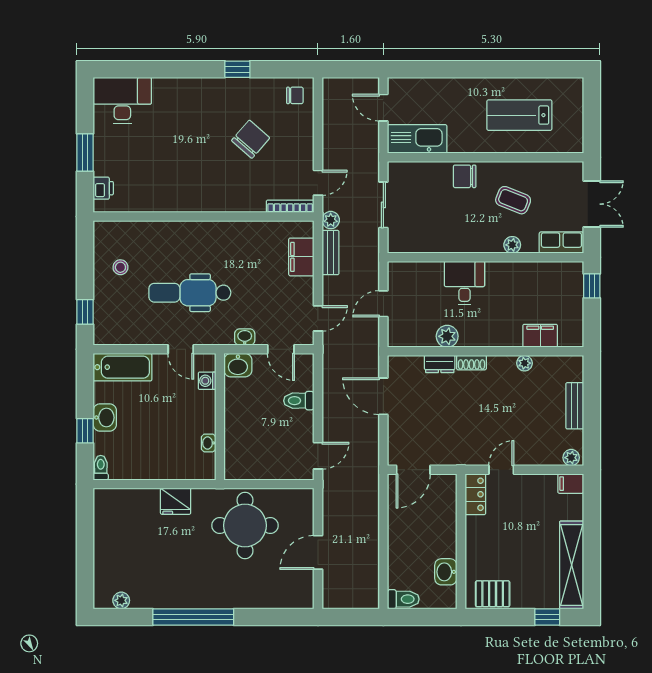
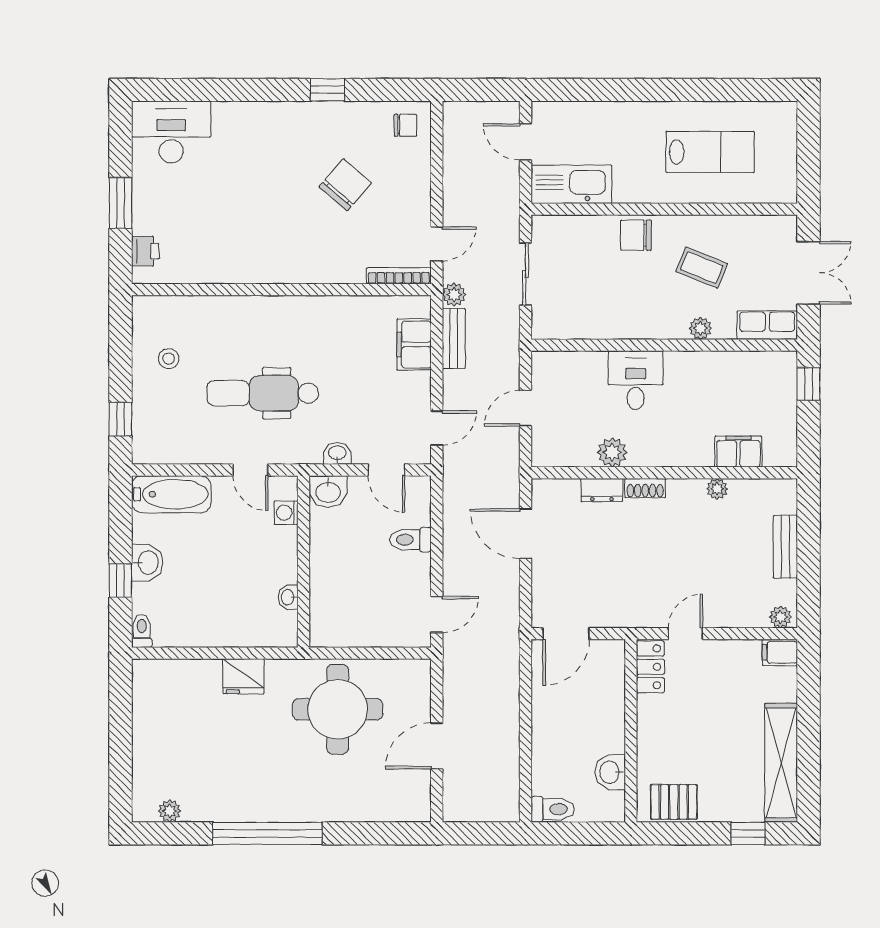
lab bench: (519, 115) -> (710, 152), turned 180

